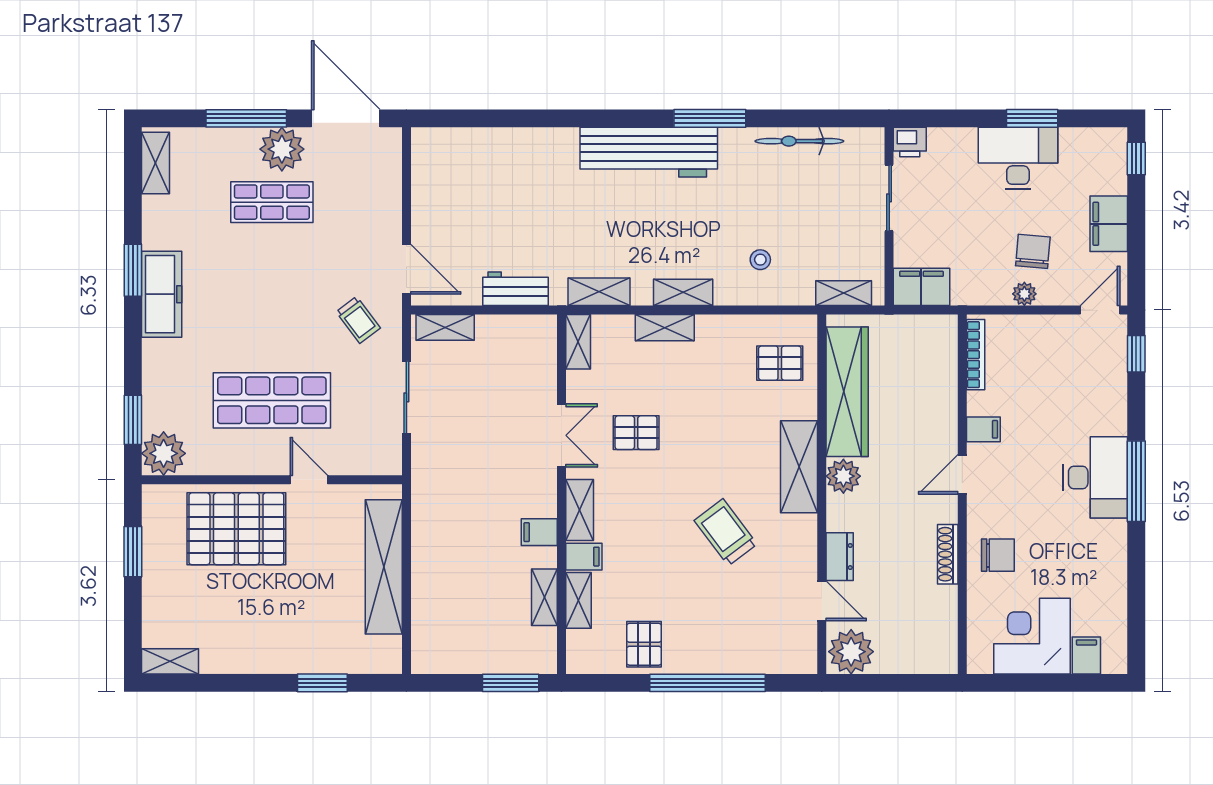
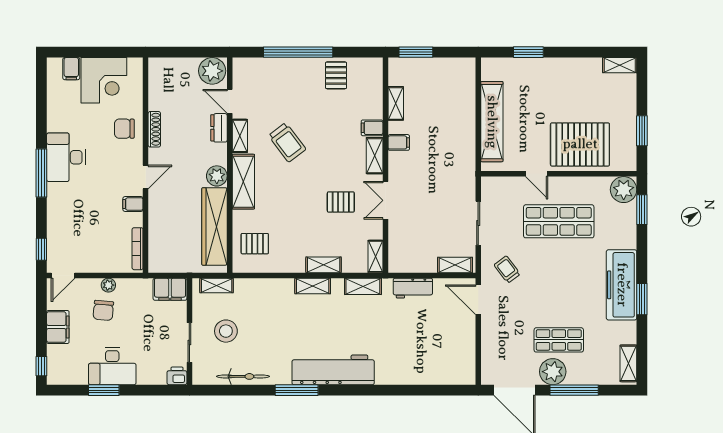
stool: (760, 260) -> (226, 331), moved, width x1.89, depth x1.89
freezer: (162, 294) -> (622, 285), width x1.36, depth x1.26
desk: (1095, 477) -> (66, 157), moved
shelving: (578, 600) -> (240, 136), moved

